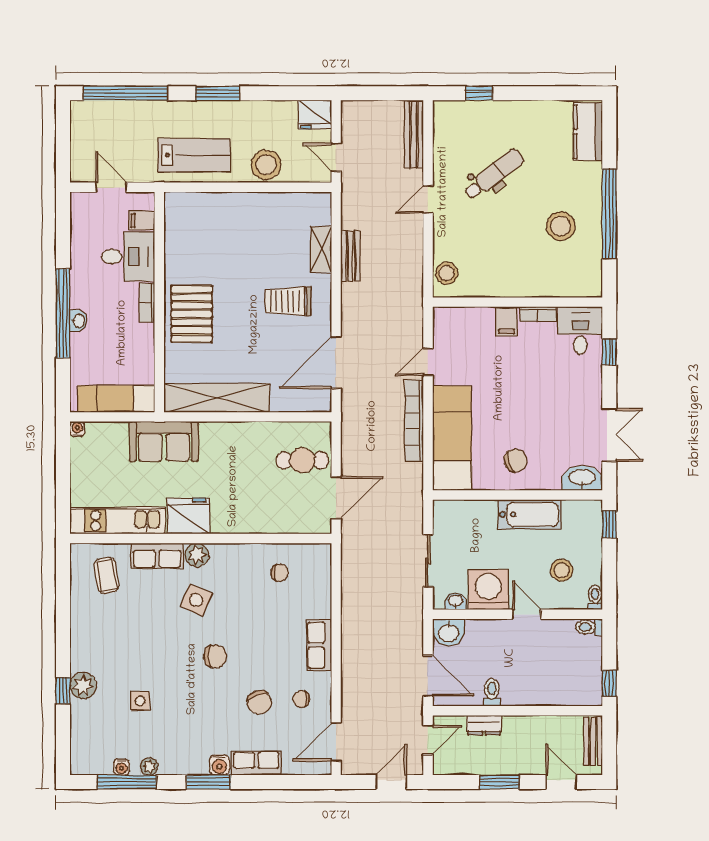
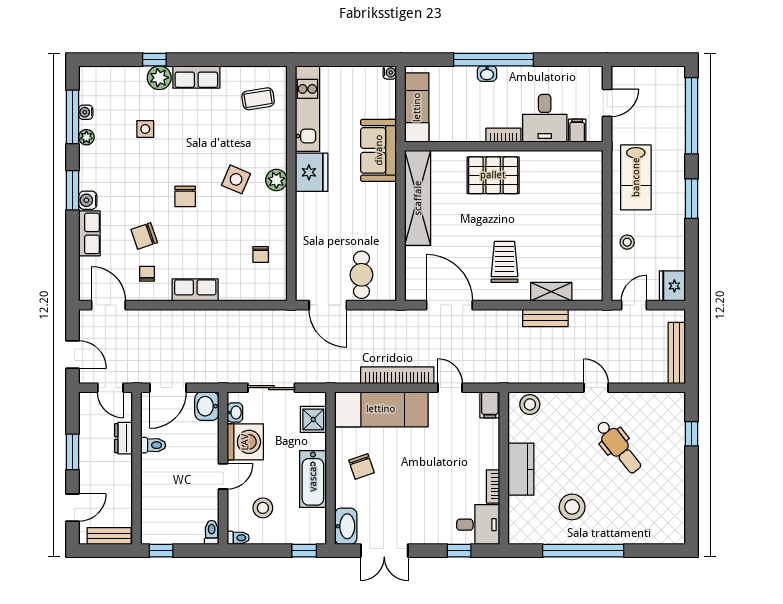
kitchen counter: (588, 132) -> (521, 469), moved, turned 90
bench: (414, 134) -> (677, 353), moved, turned 90
stool: (266, 165) -> (627, 242), width x0.53, depth x0.53
filing cabinet: (506, 321) -> (490, 405), moved, turned -90
shower: (463, 514) -> (313, 419), added
row of seats: (157, 556) -> (196, 77), moved, turned -90

